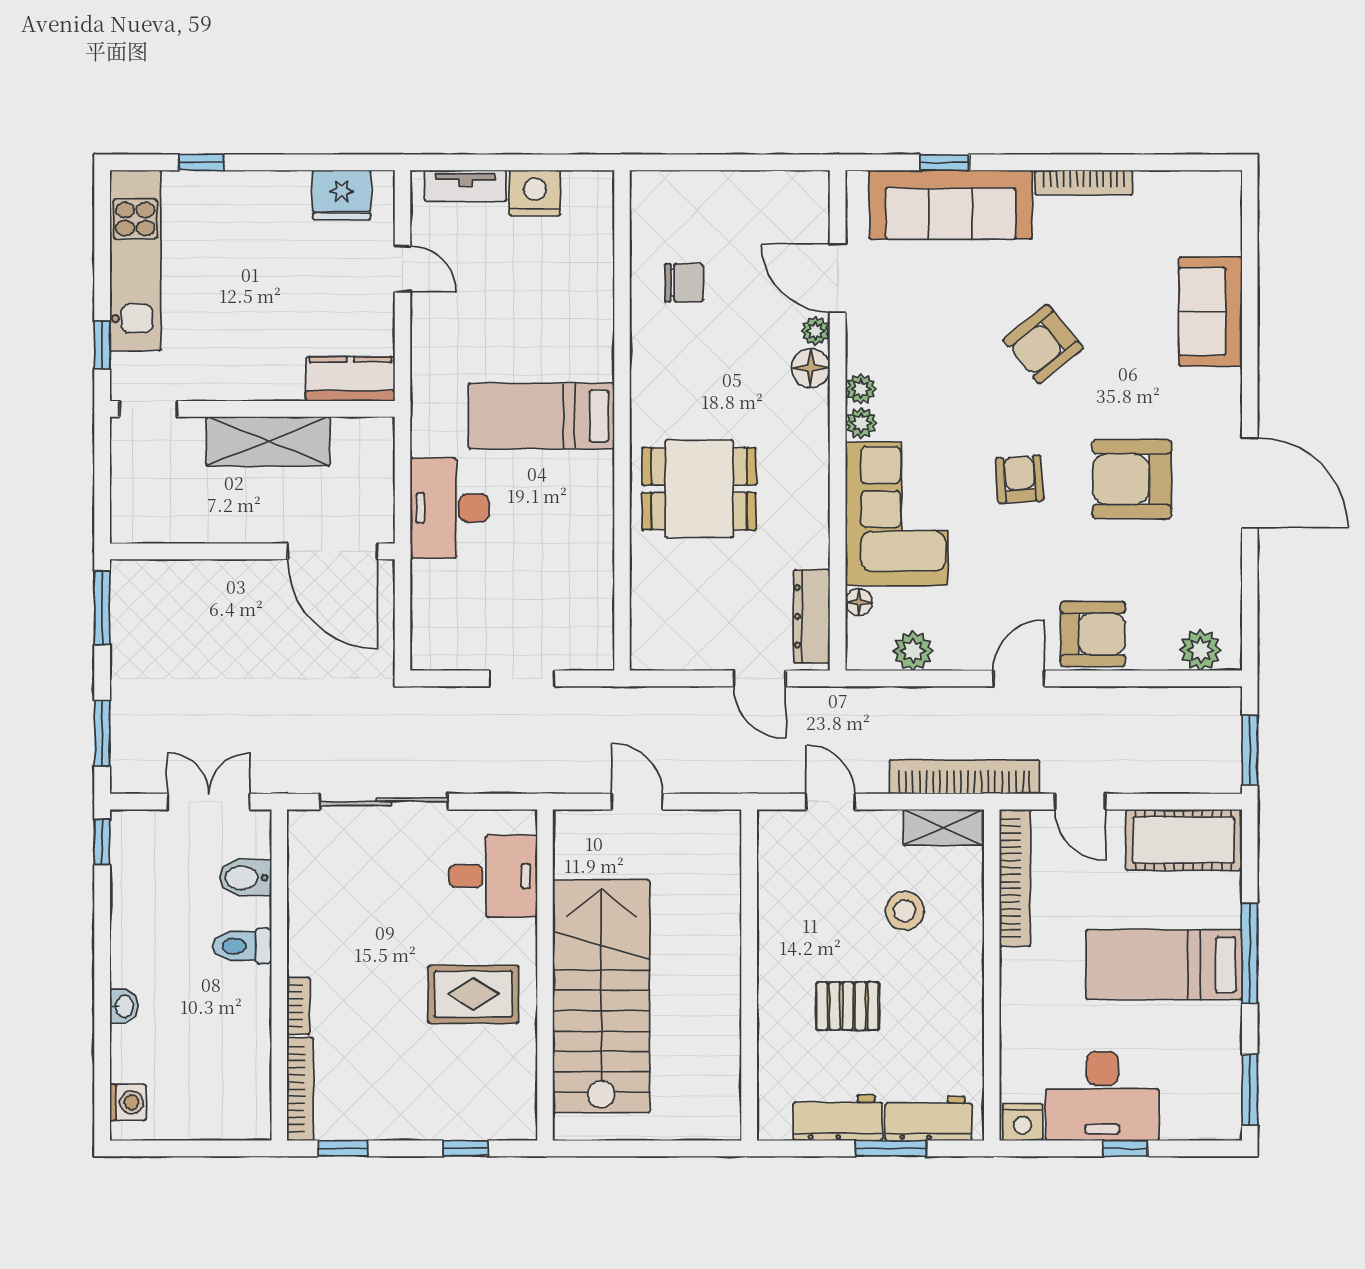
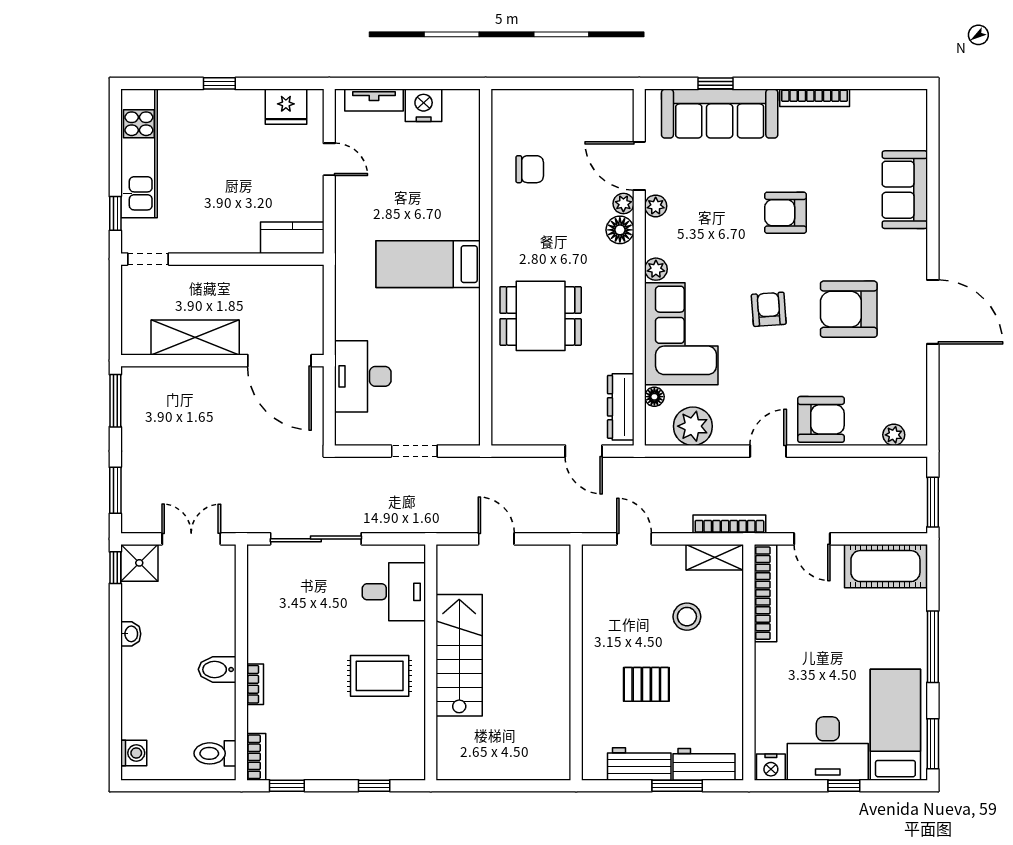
window: (201, 162) -> (219, 83), moved
armchair: (1043, 344) -> (785, 213), turned 39
plant: (861, 389) -> (656, 206), moved
shelving: (268, 441) -> (195, 337), moved
desk: (450, 508) -> (363, 376), moved
plant: (1201, 650) -> (894, 435), width x0.73, depth x0.73
plant: (913, 651) -> (693, 426), width x1.36, depth x1.36
bookcase: (964, 777) -> (729, 524), width x0.68, depth x0.76
shower: (136, 835) -> (139, 563), added
bidet: (245, 878) -> (217, 669), moved
toilet: (242, 946) -> (215, 753), moved
bed: (1164, 965) -> (895, 725), moved, turned 90
stairs: (601, 996) -> (459, 655), width x0.73, depth x0.66
washbasin: (124, 1006) -> (131, 634), moved
bookcase: (300, 1089) -> (256, 757), width x0.64

